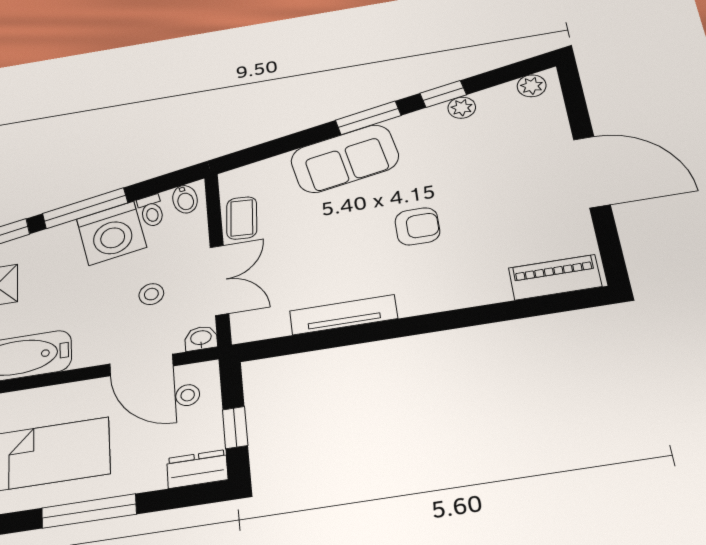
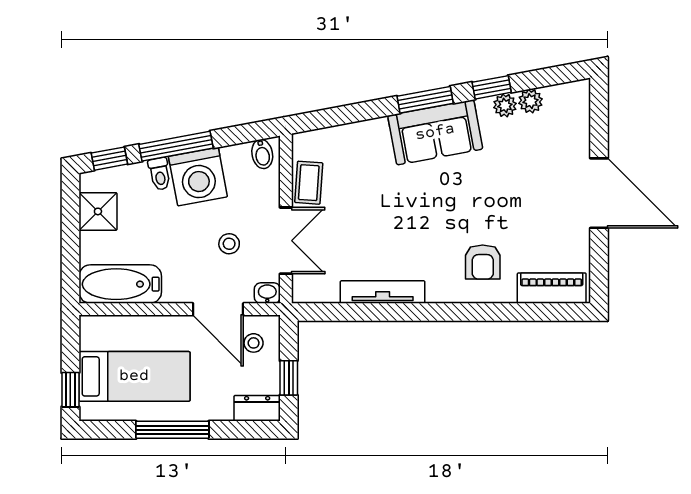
plant: (532, 86) -> (530, 101), moved
sofa: (345, 159) -> (435, 132), moved
toilet: (151, 211) -> (160, 174), moved
armchair: (417, 226) -> (483, 262), moved, turned 90

